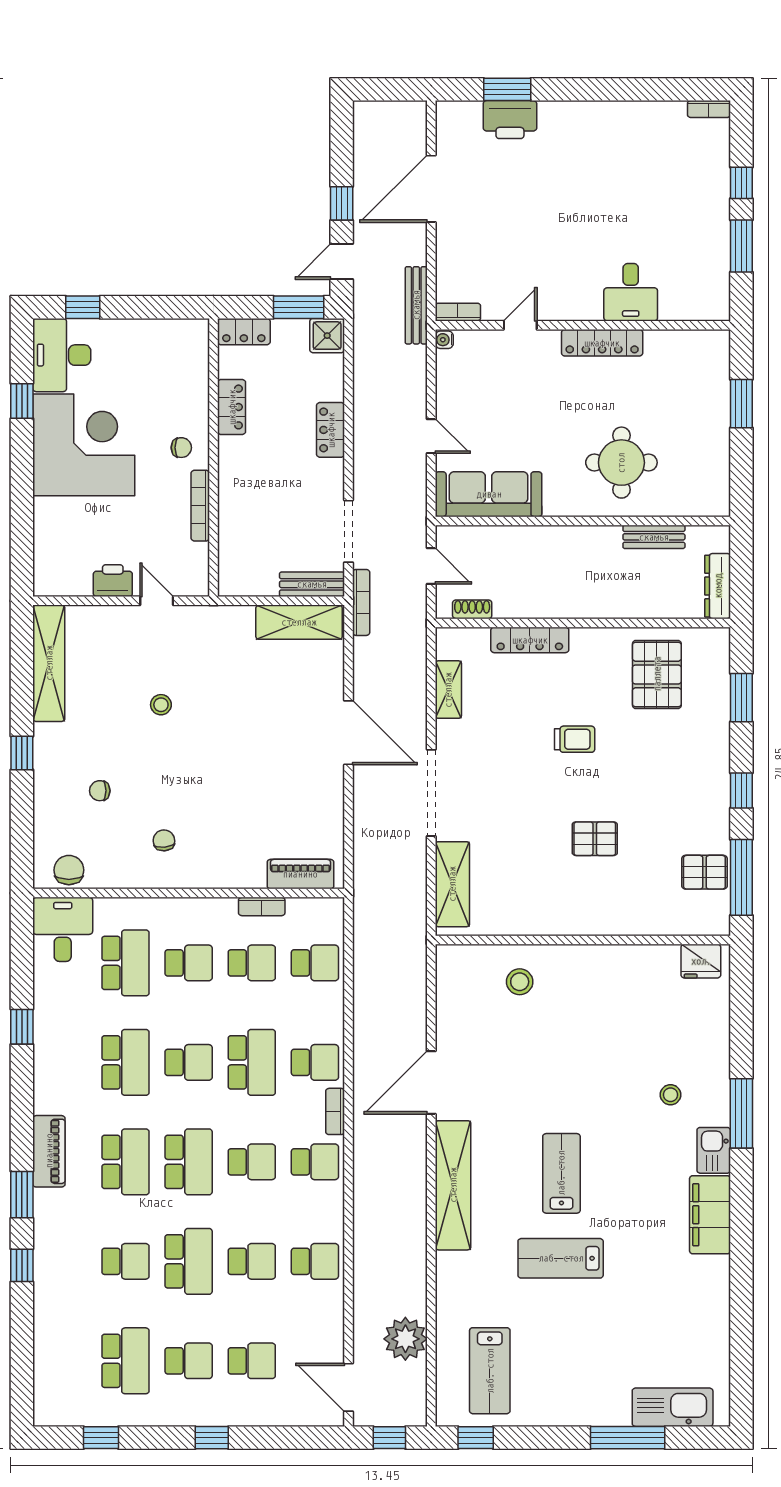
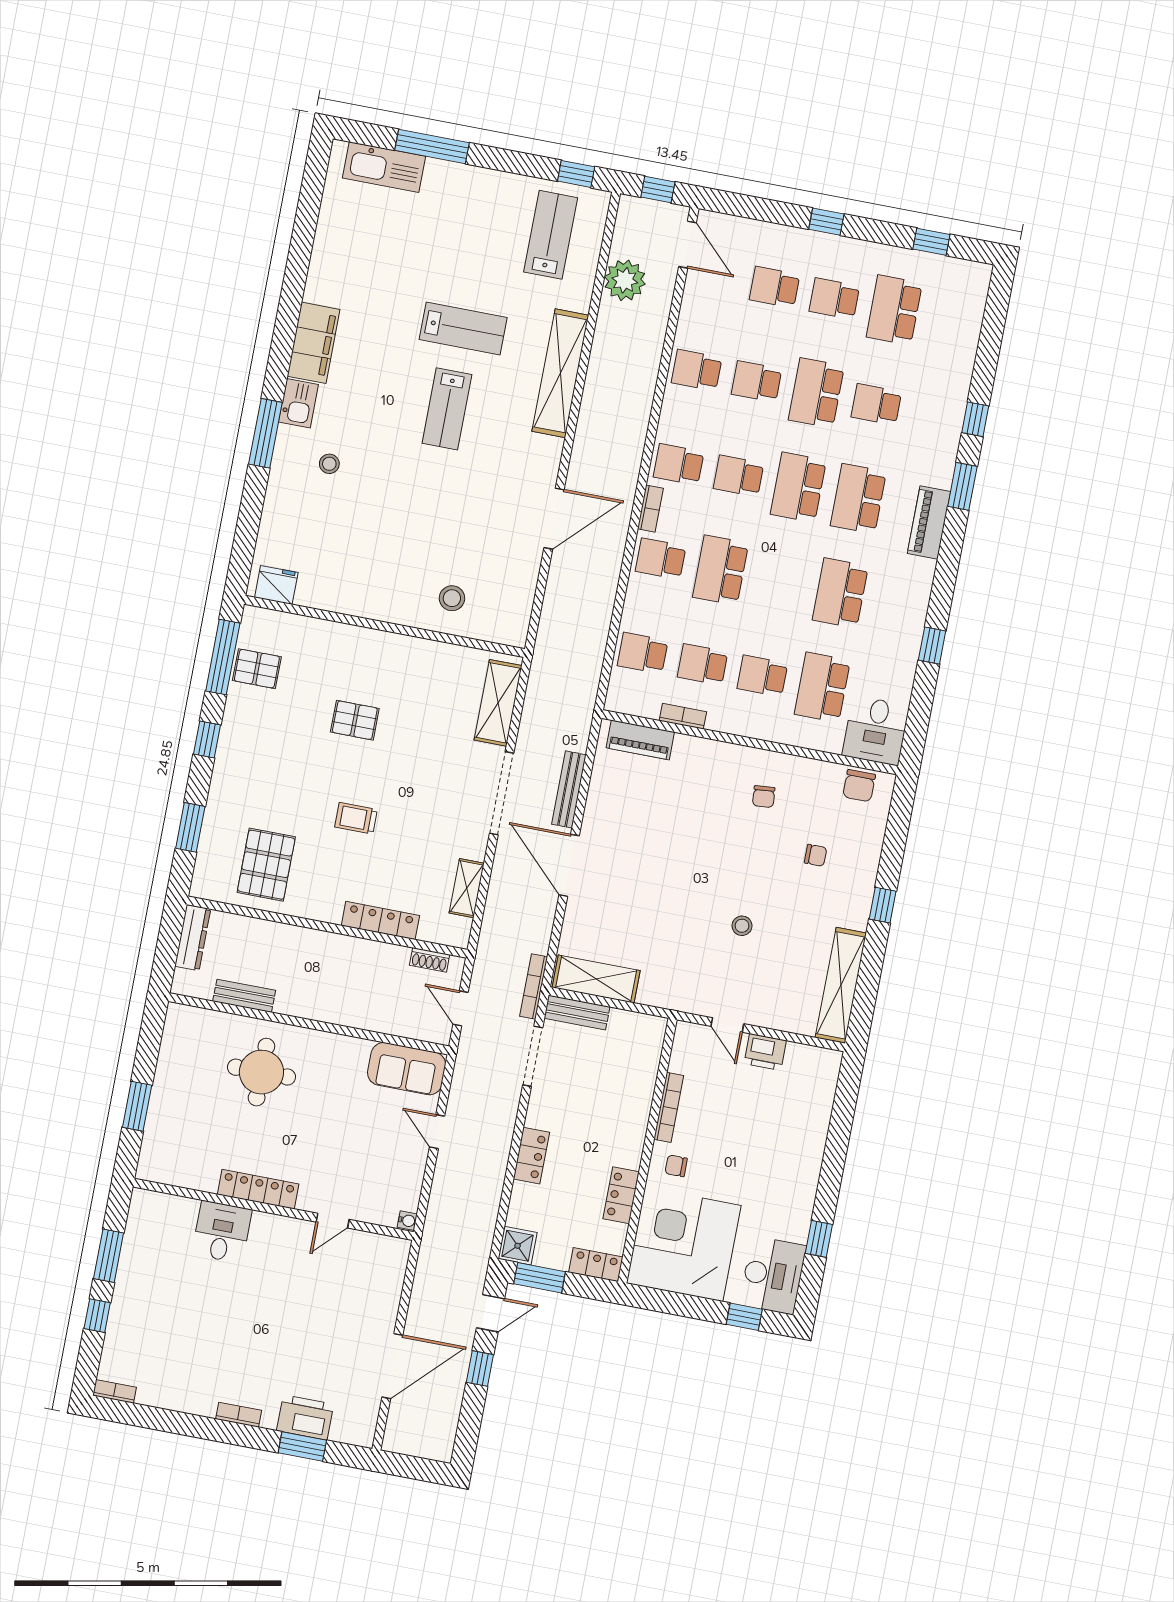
bench: (416, 305) -> (569, 789), moved
bookcase: (458, 312) -> (239, 1415), moved, turned 180
corner desk: (84, 445) -> (684, 1244), moved, turned 90
sofa: (489, 494) -> (407, 1069), width x0.73
school desk: (189, 1062) -> (780, 582), removed
shelving: (453, 1185) -> (560, 373), moved

